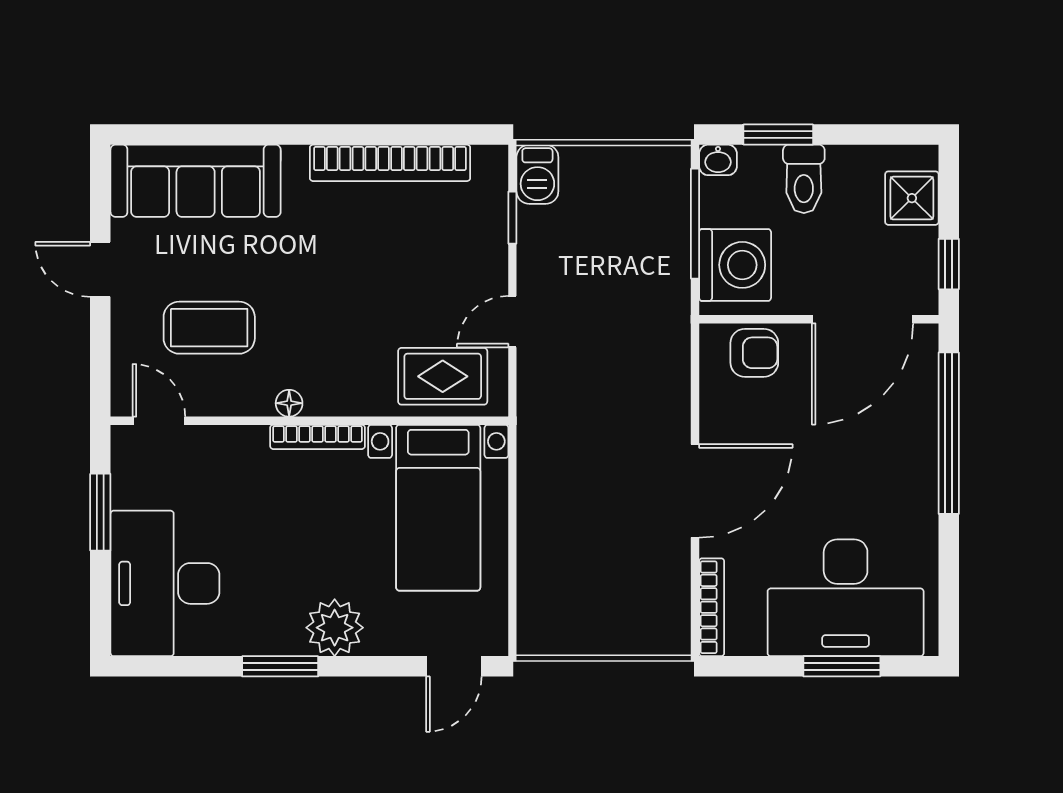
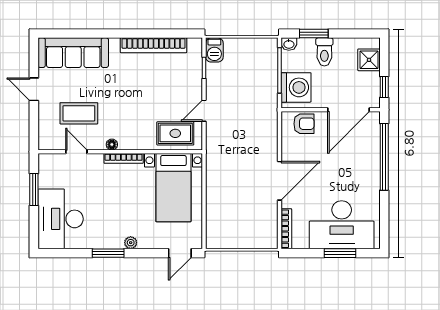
door: (159, 421) -> (76, 152), moved
plant: (335, 628) -> (131, 243), width x0.53, depth x0.53

